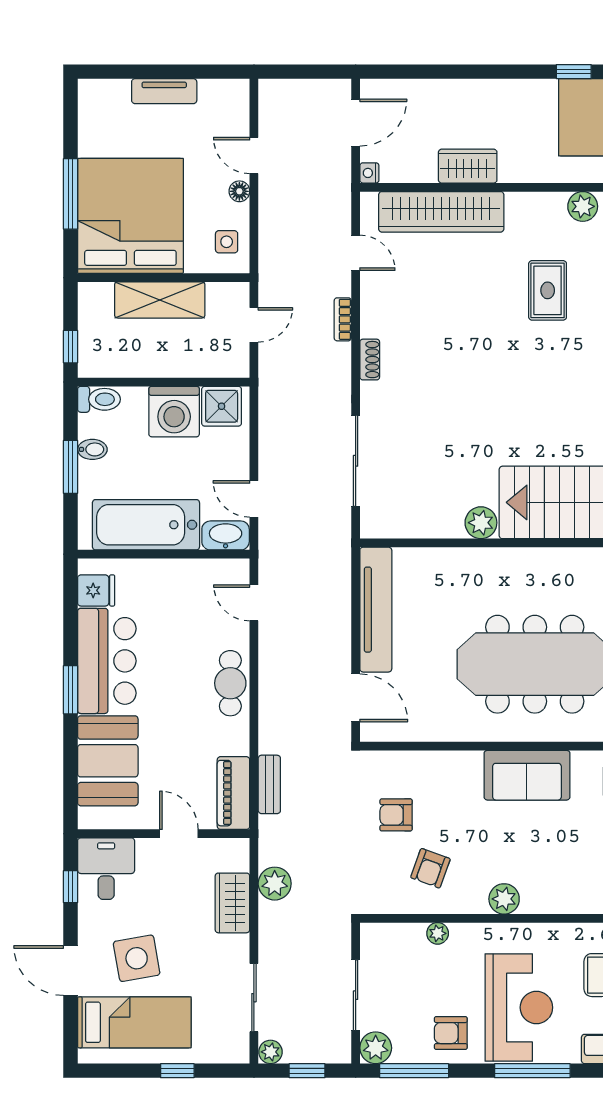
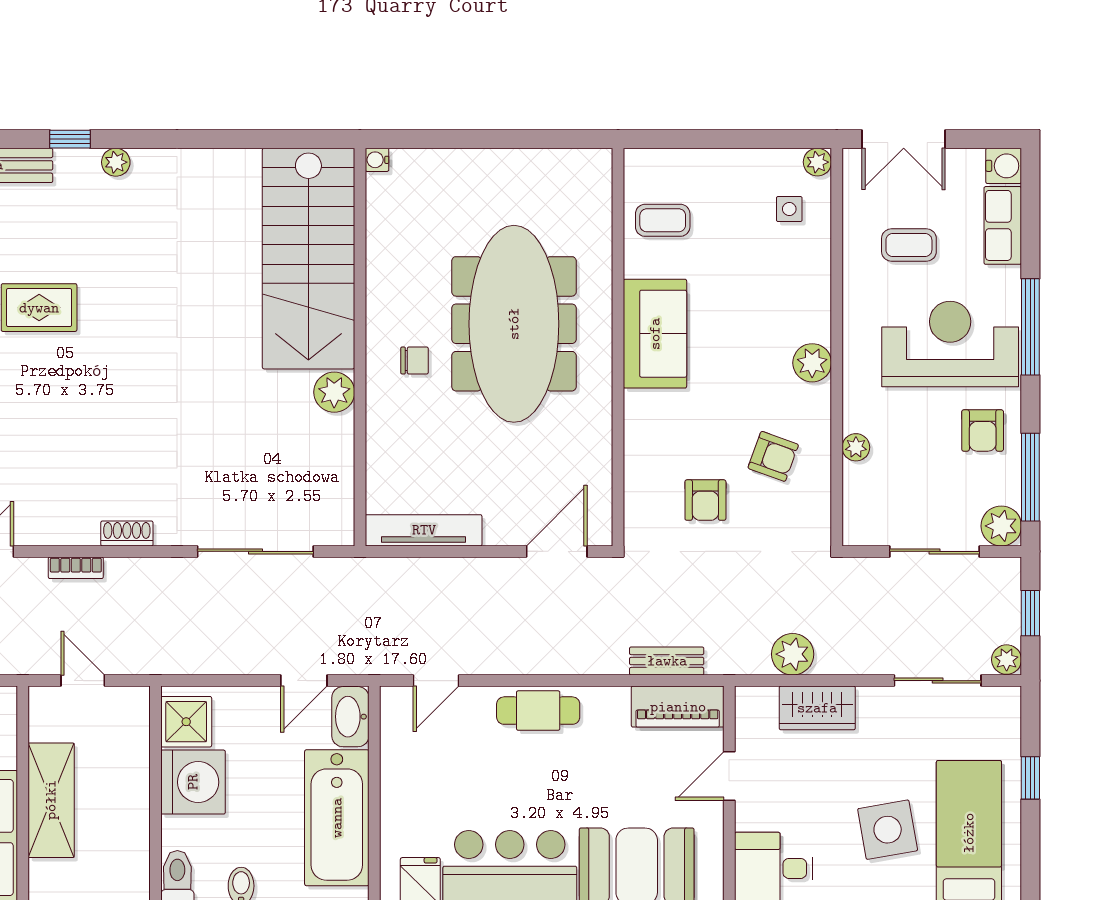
chair: (506, 586) -> (414, 360), added
tv unit: (376, 610) -> (424, 530), width x0.73, depth x0.78

